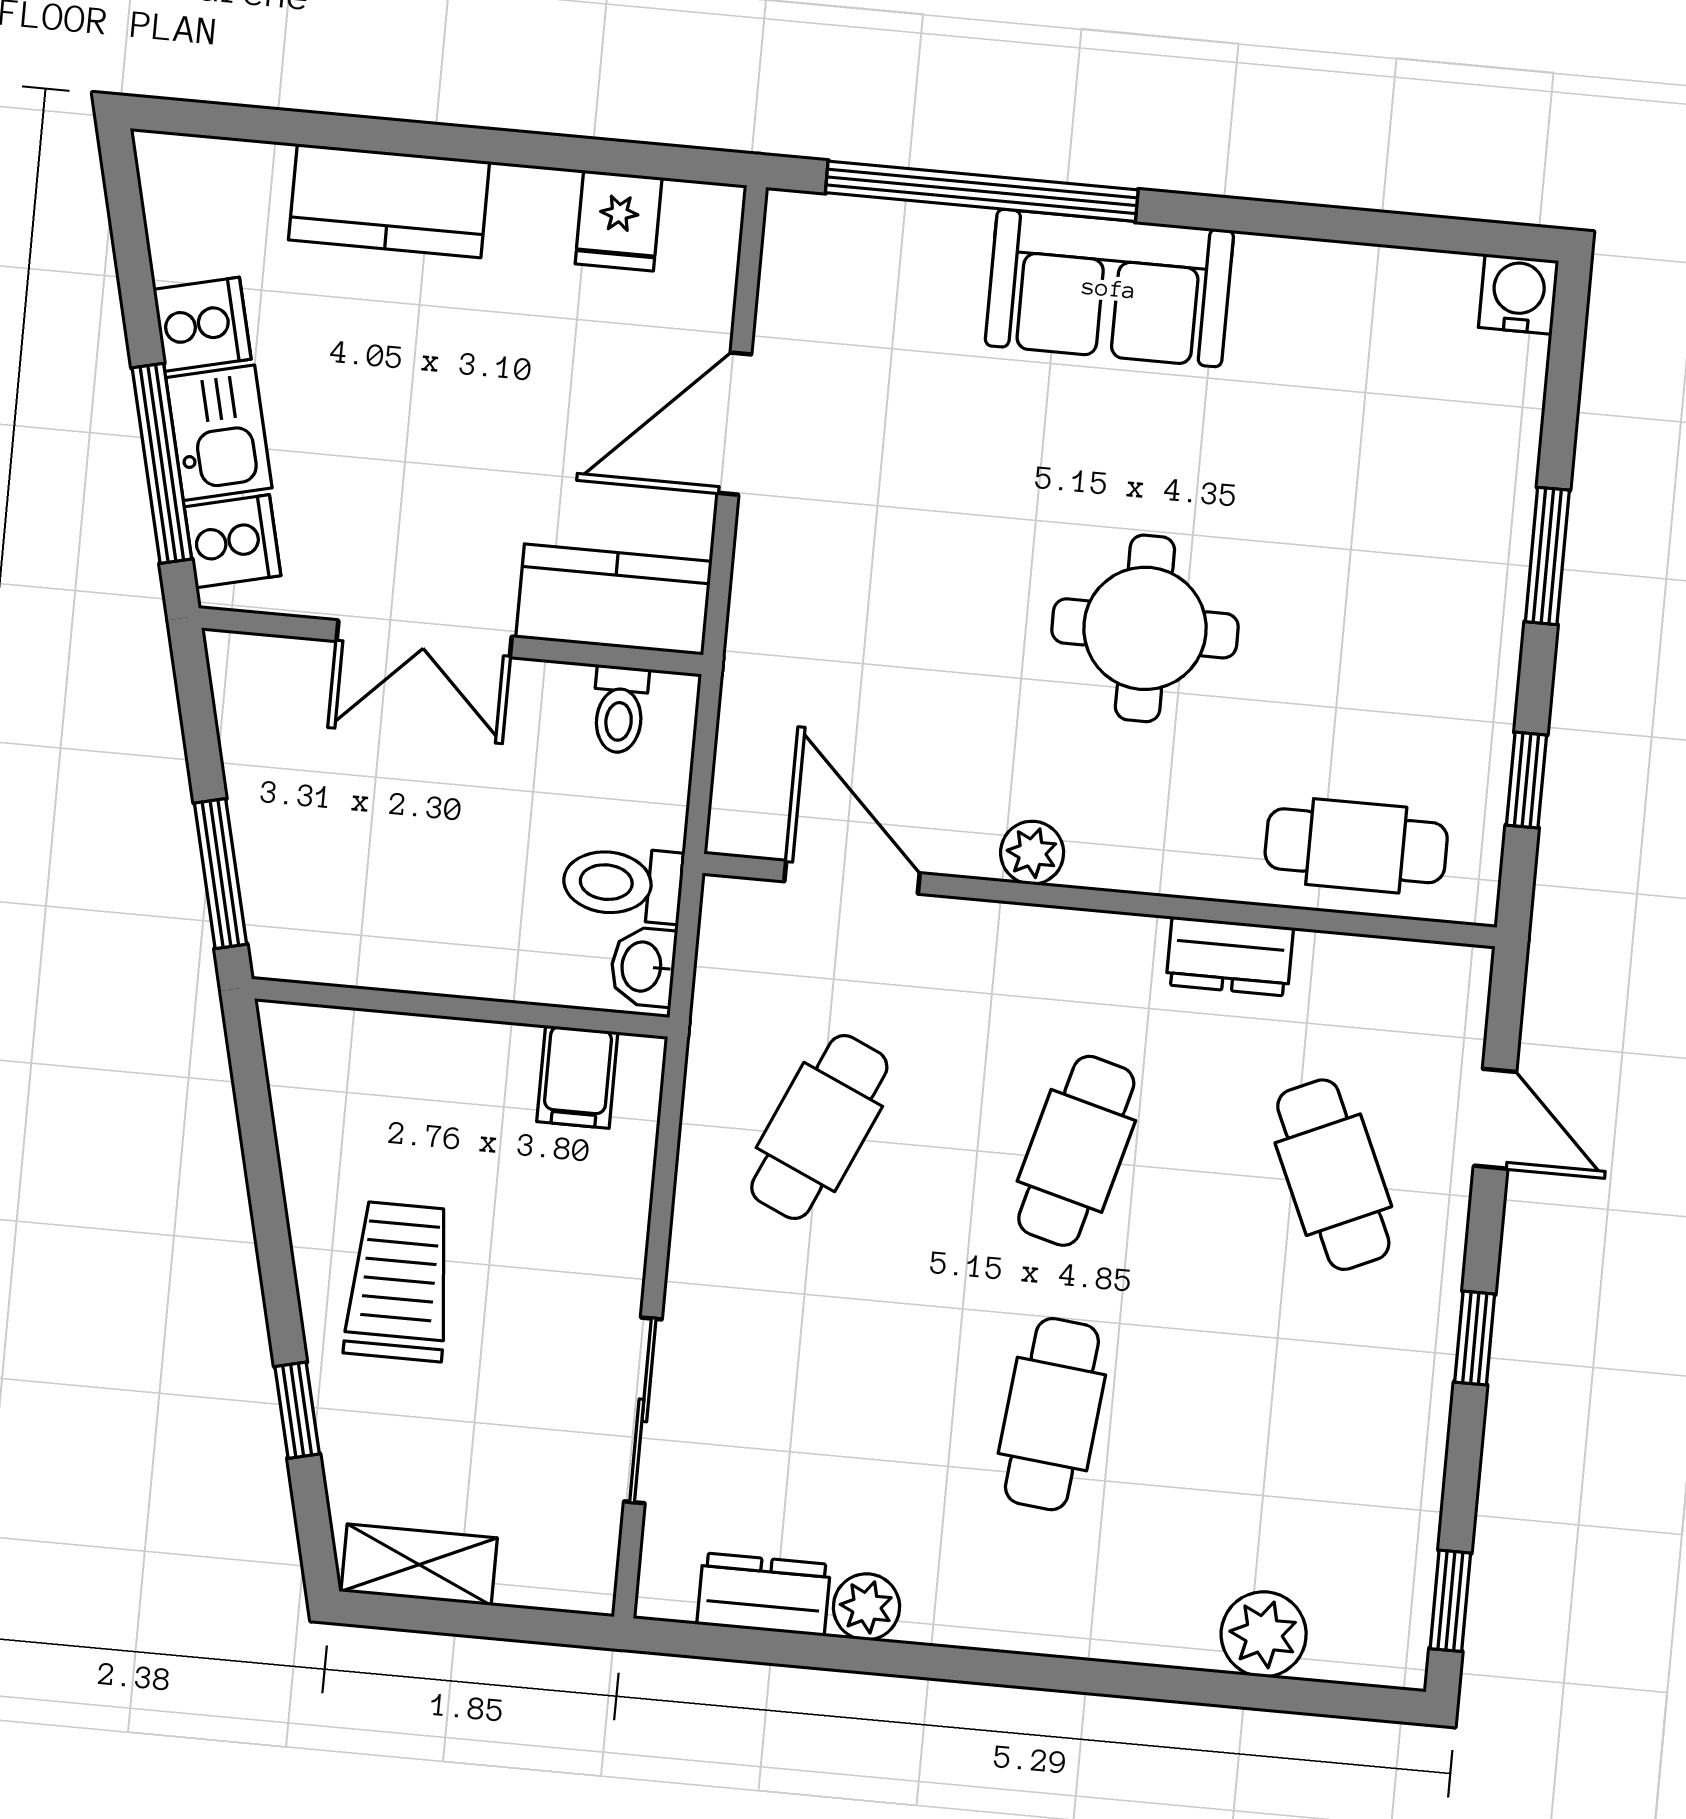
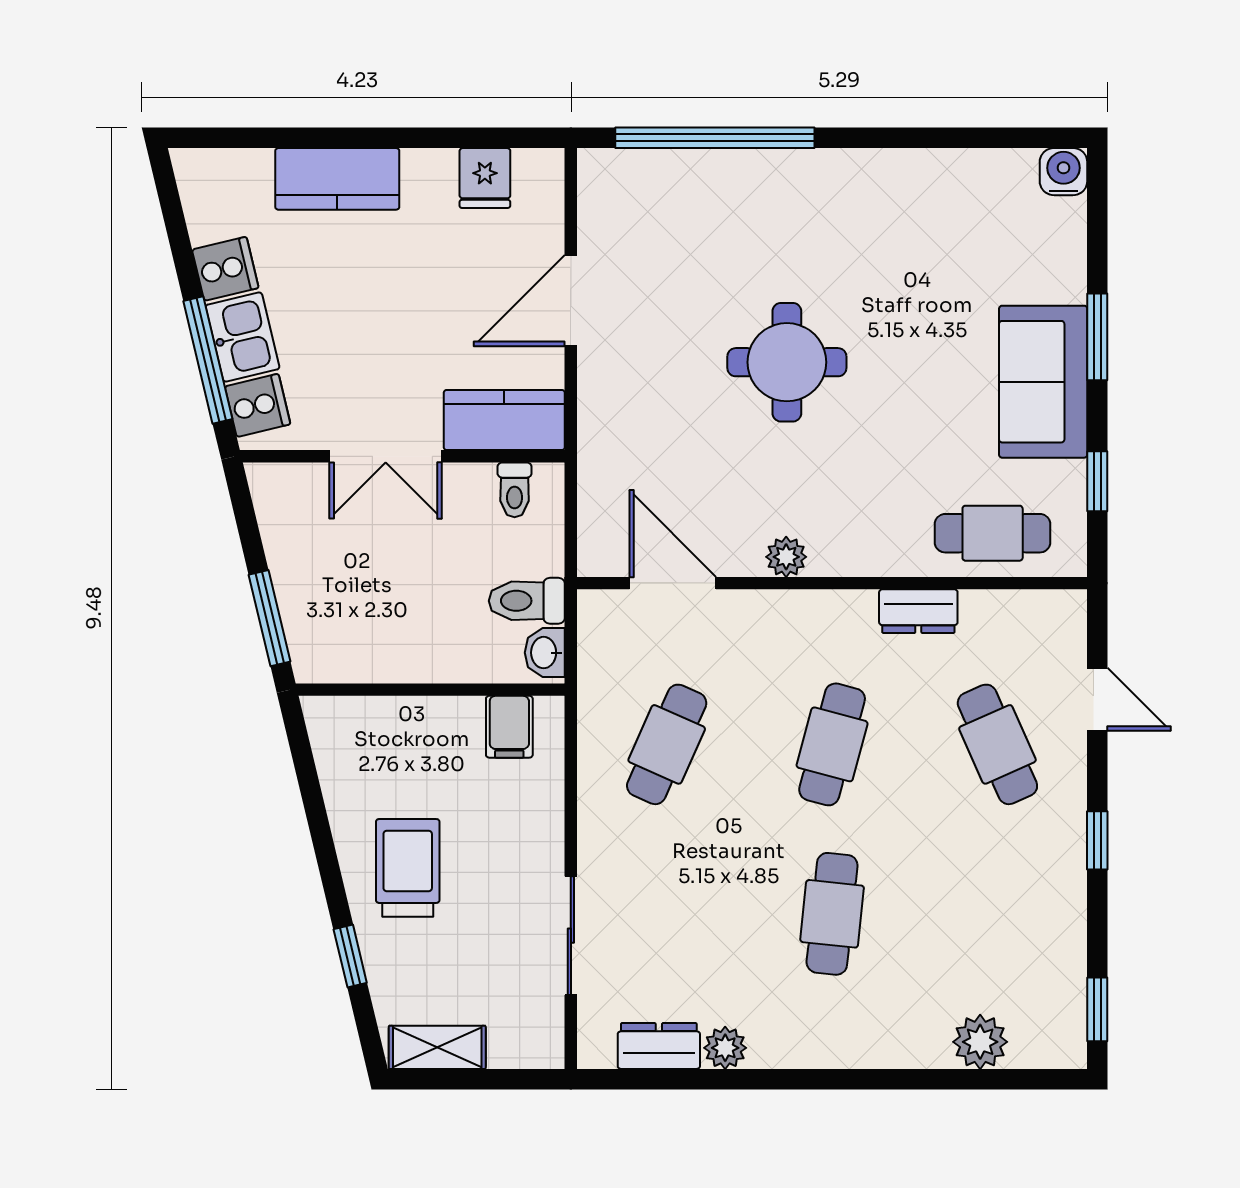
sofa: (1109, 288) -> (1043, 382), moved, turned 90
round table: (1145, 628) -> (787, 362), moved

